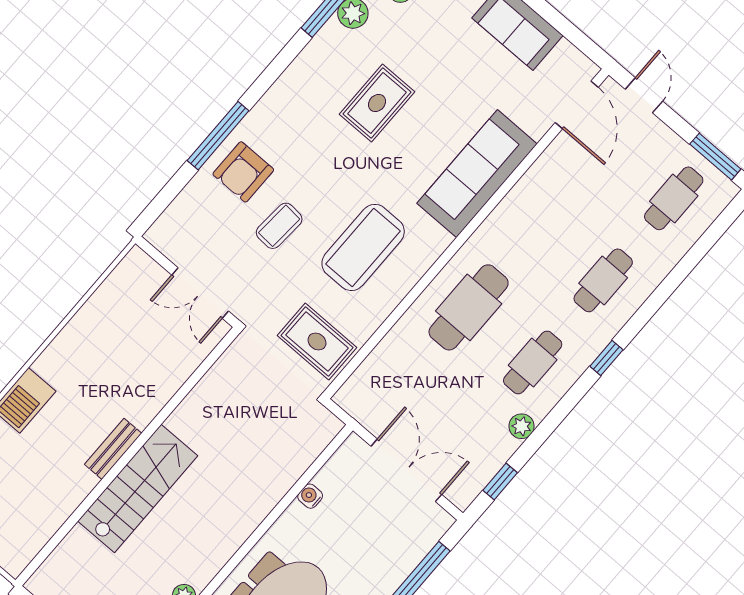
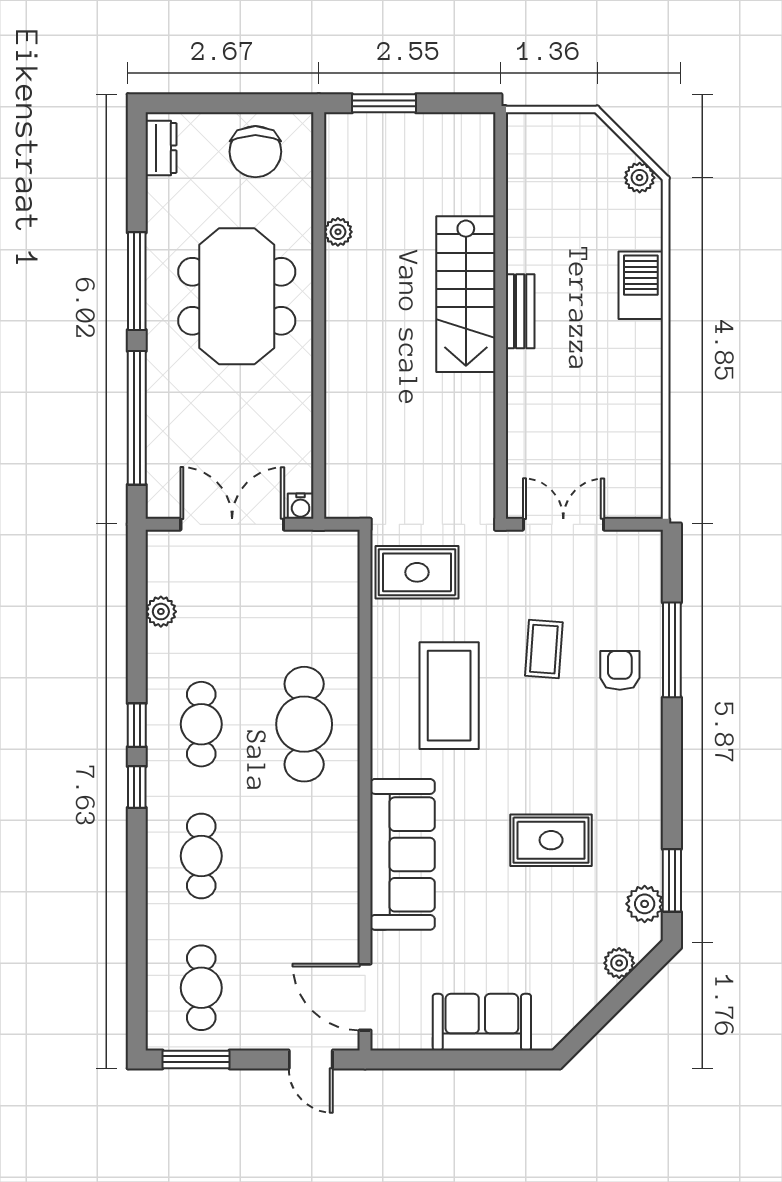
rug: (377, 103) -> (551, 840), turned 90
window: (218, 136) -> (672, 650), moved
armchair: (243, 172) -> (620, 670), width x0.72, depth x0.72
plant: (522, 426) -> (161, 612), moved
double door: (406, 470) -> (232, 524), swing flipped
window: (500, 481) -> (137, 725), moved
water cooler: (310, 496) -> (301, 506), moved, turned 90

